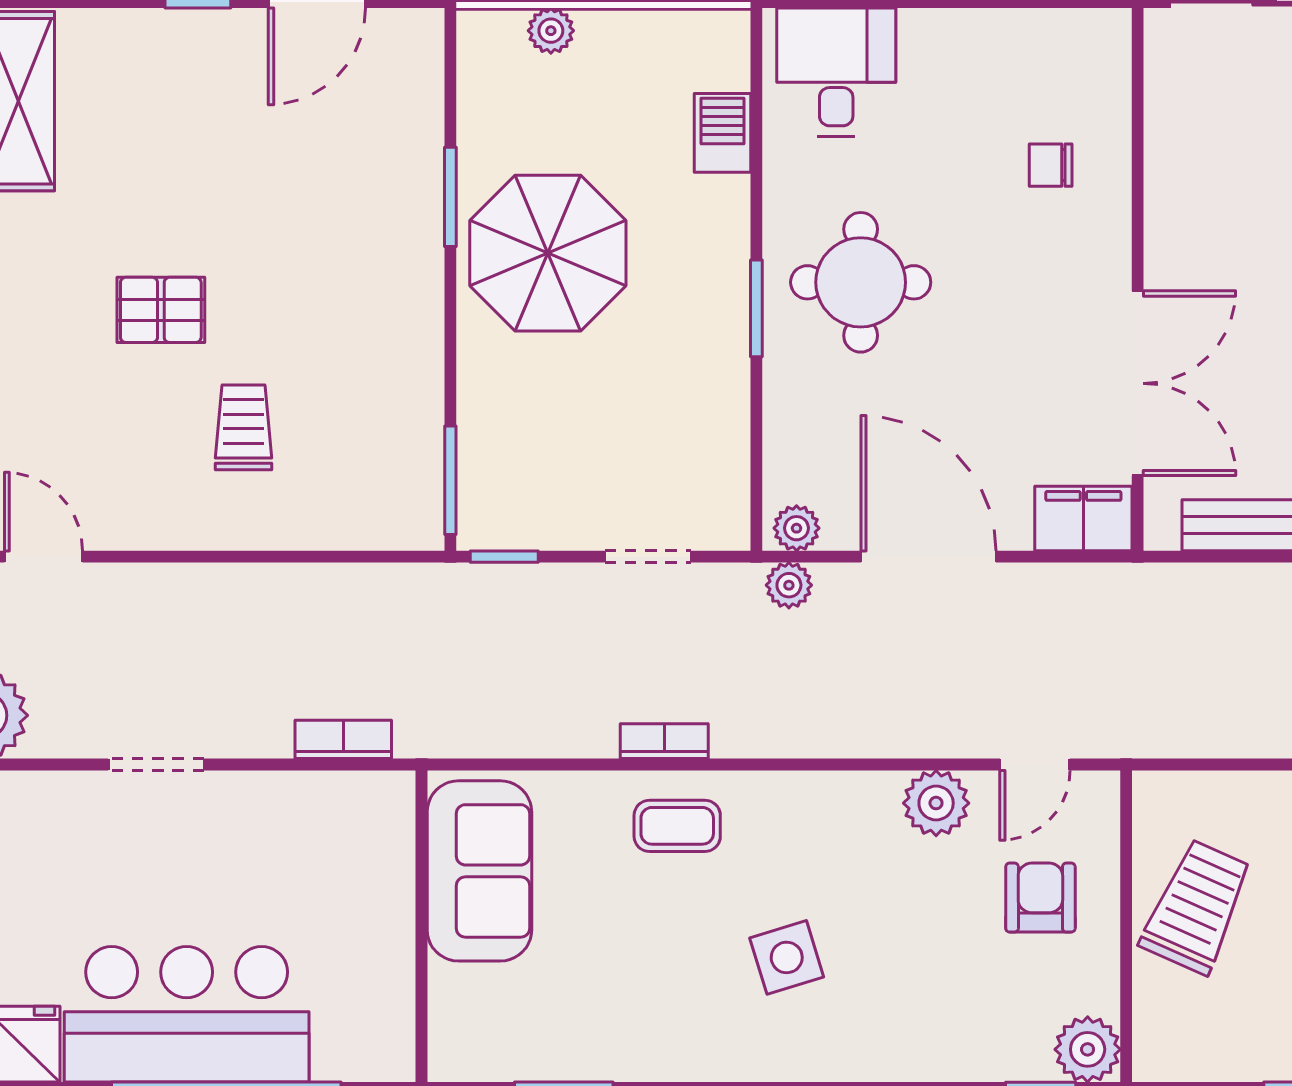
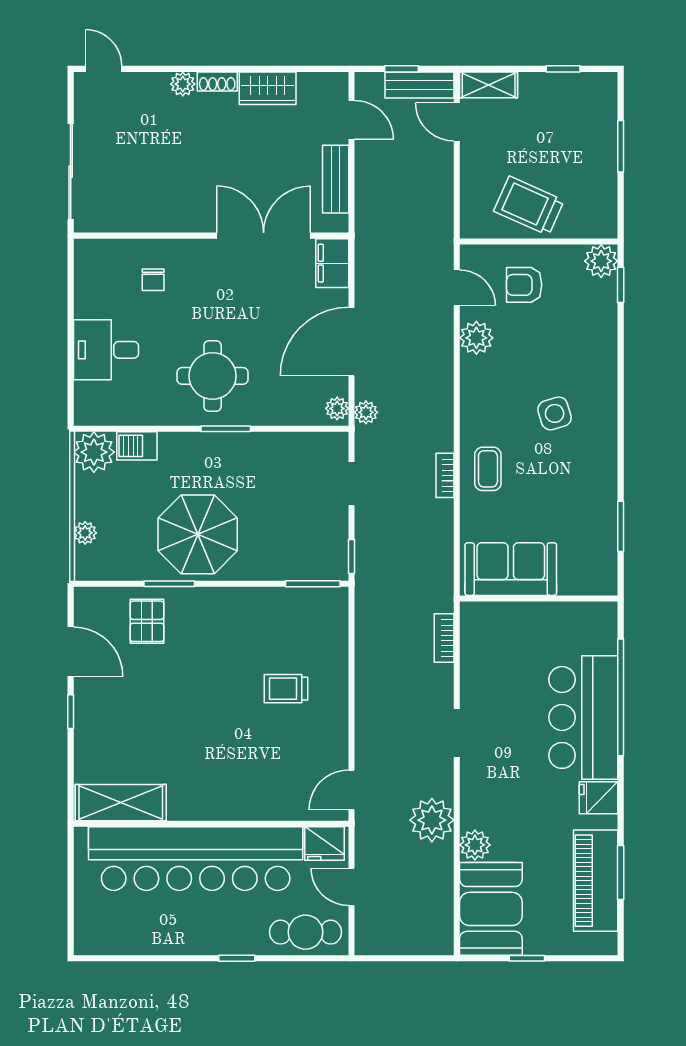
plant: (710, 48) -> (94, 452), added
desk: (836, 72) -> (106, 350), moved
pallet: (161, 310) -> (147, 621), moved

